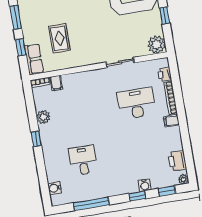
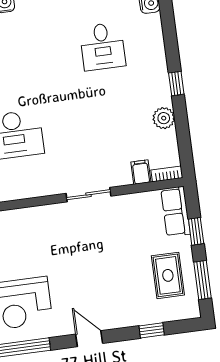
rug: (59, 38) -> (168, 275), moved
sliding door: (120, 62) -> (88, 195), moved

